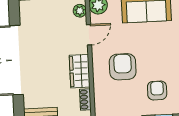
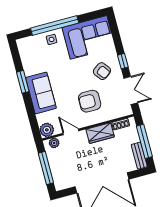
armchair: (157, 90) -> (102, 71), turned -127

